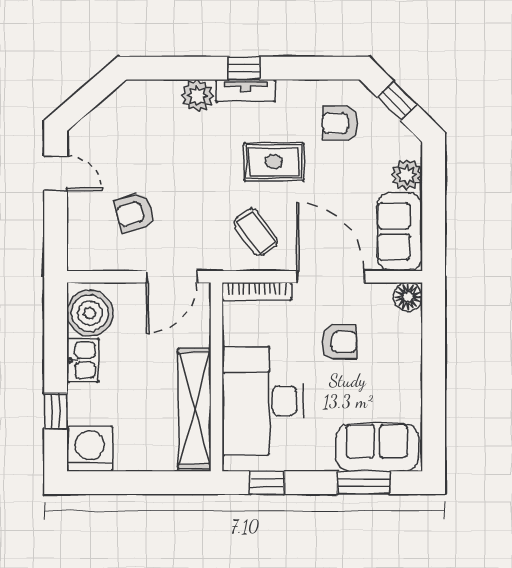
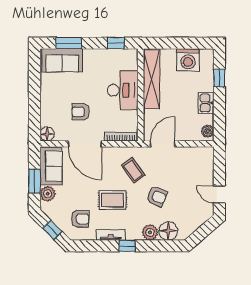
tv unit: (245, 91) -> (111, 235), moved
floor lamp: (160, 98) -> (168, 231), added
window: (434, 201) -> (34, 181), added
armchair: (135, 213) -> (157, 196), moved, turned 39
coffee table: (256, 232) -> (133, 170), moved
boiler: (90, 313) -> (208, 131), width x0.54, depth x0.54
desk: (263, 401) -> (123, 90), width x0.73, depth x0.77
washing machine: (90, 449) -> (188, 60), moved

